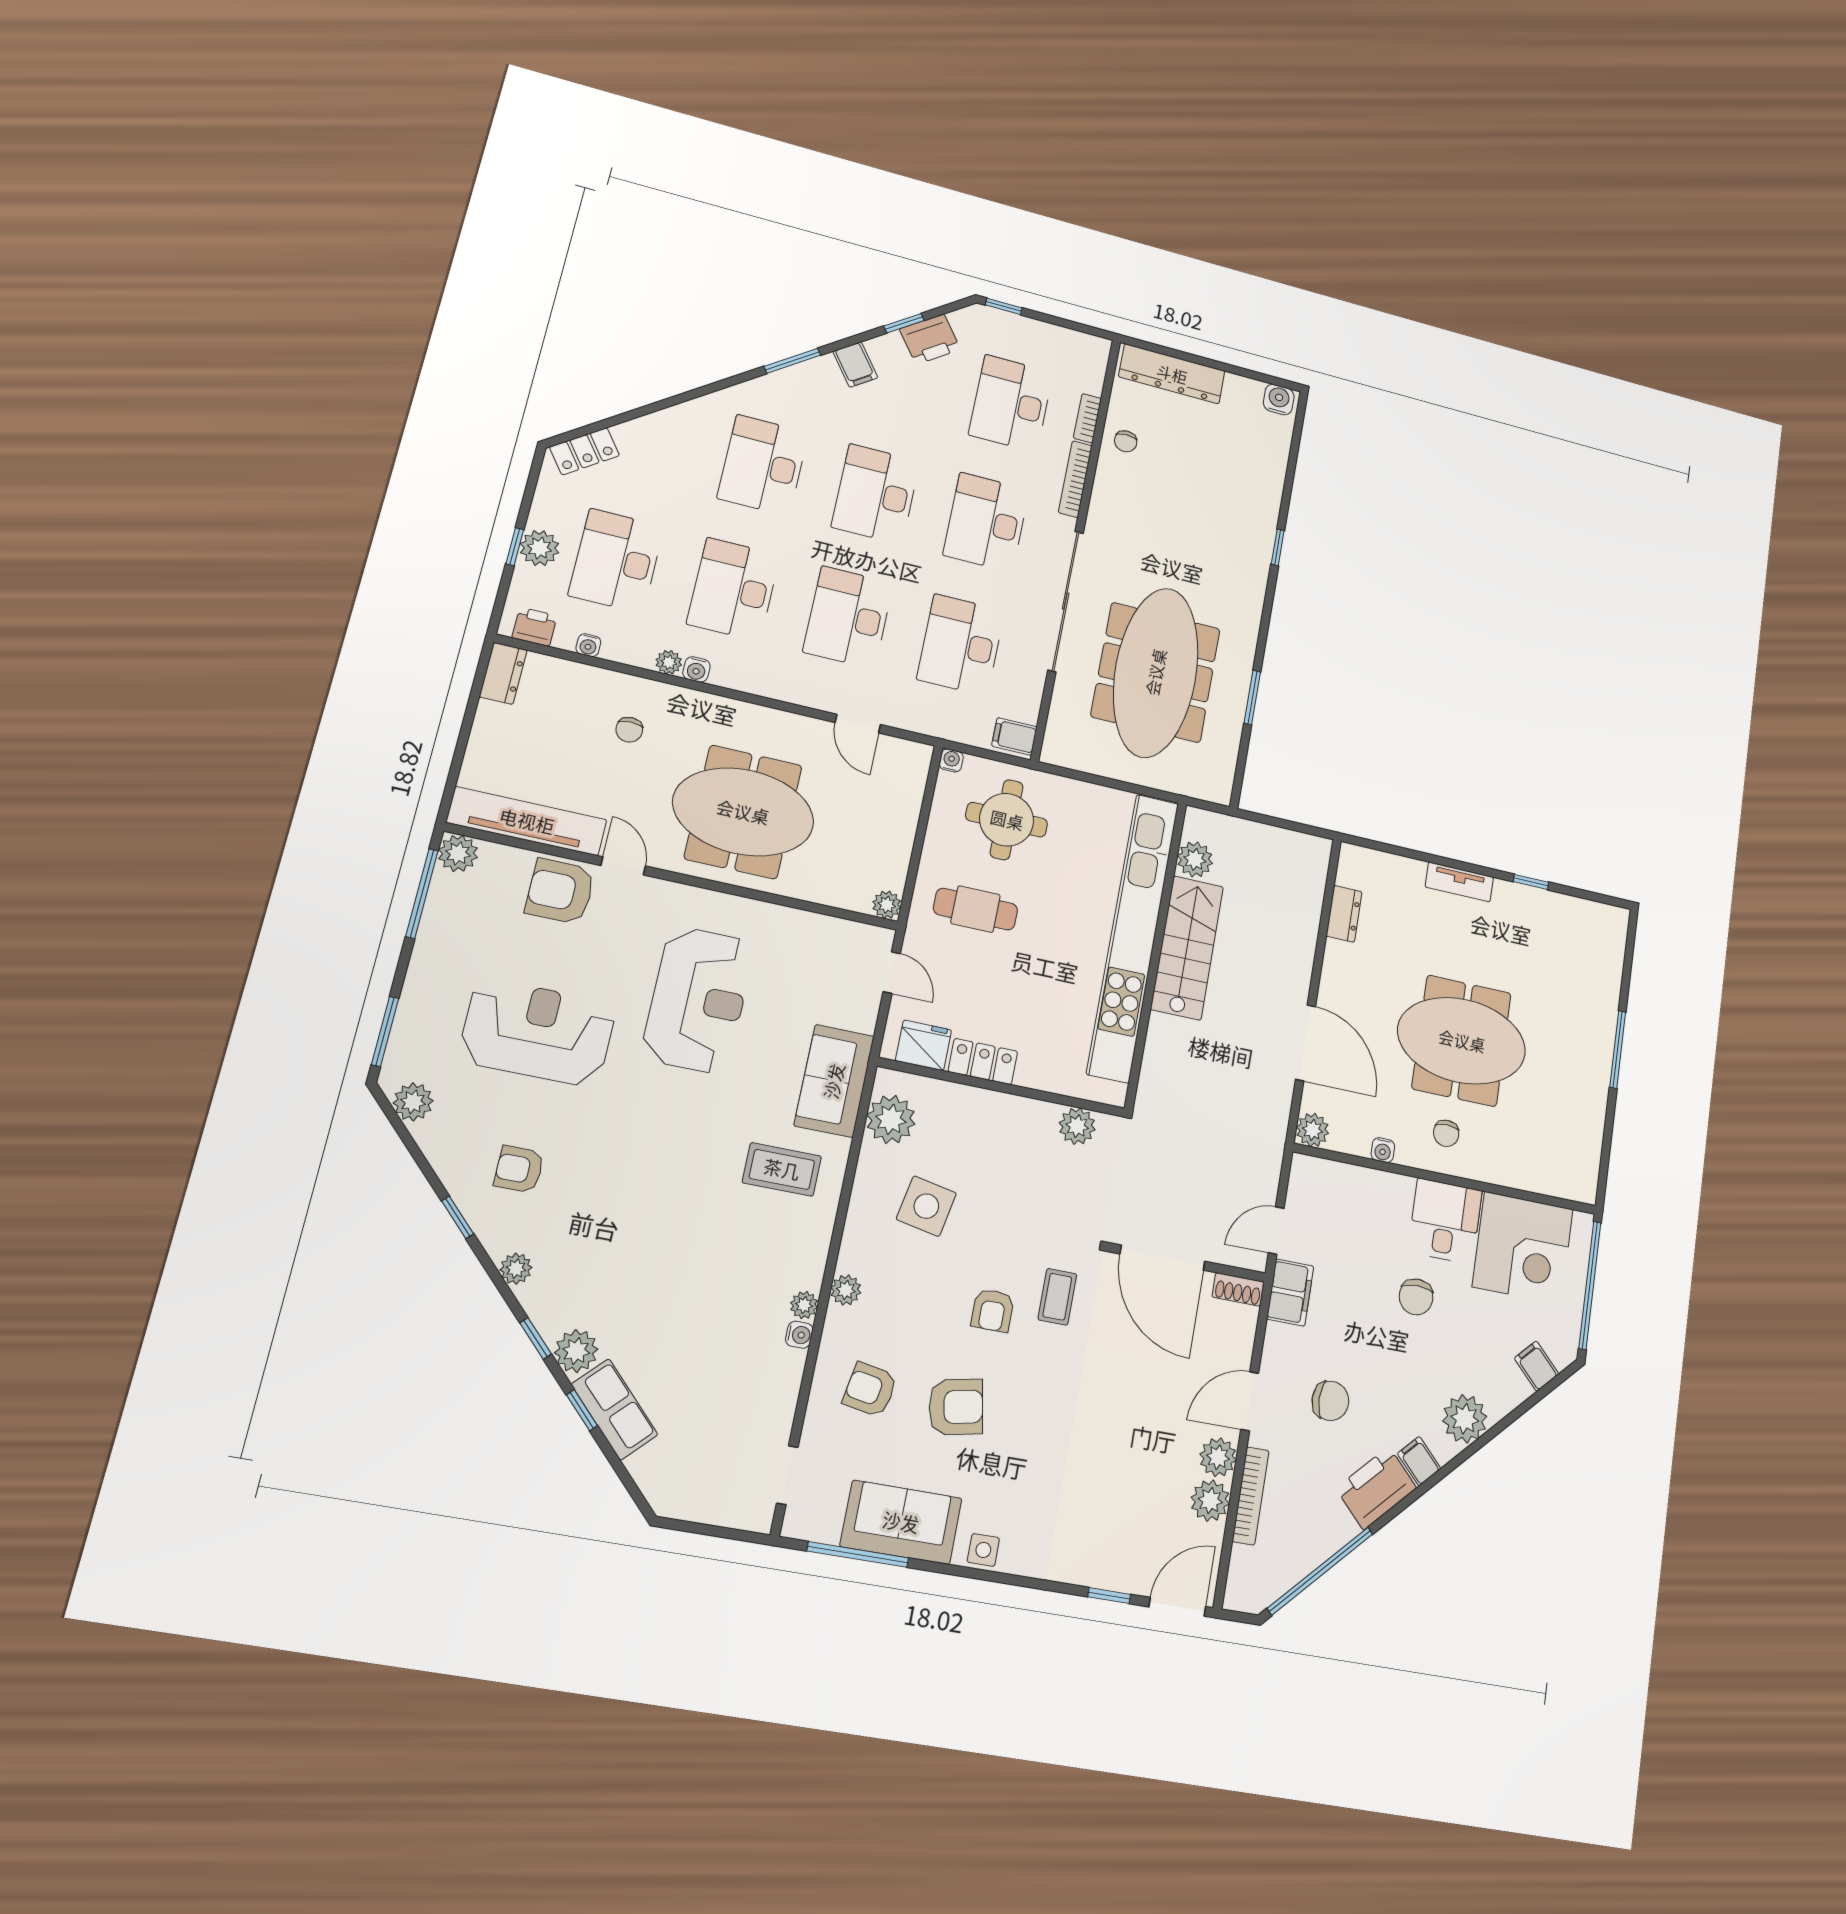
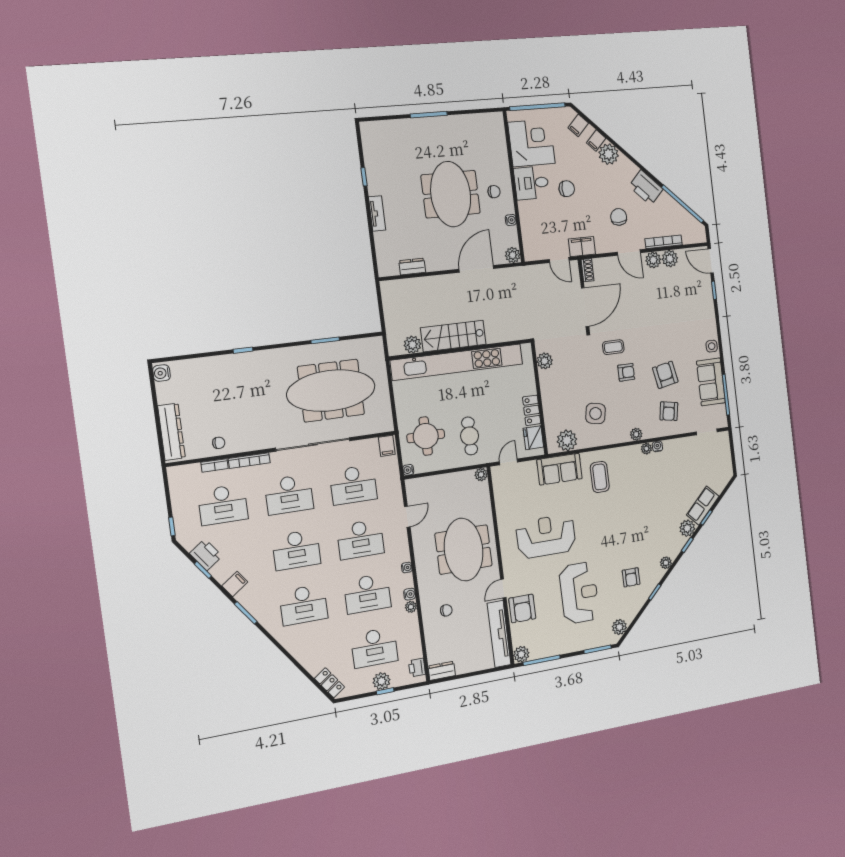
water cooler: (588, 645) -> (407, 568), moved
reception desk: (538, 1032) -> (579, 593), turned 180
filing cabinet: (1419, 1461) -> (596, 141), moved

